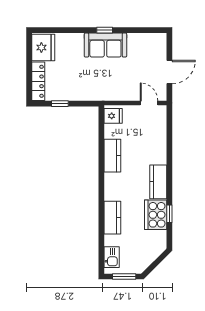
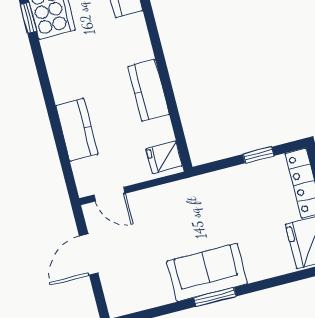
window: (105, 30) -> (215, 297), width x1.50
kitchen counter: (158, 182) -> (77, 130), moved

